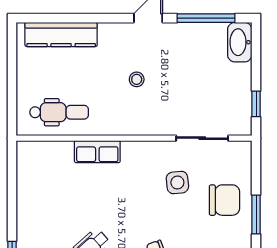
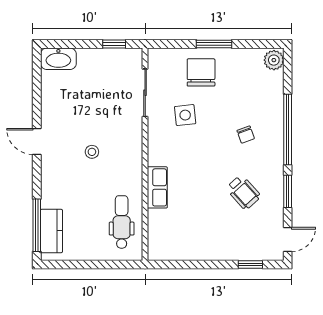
window: (206, 18) -> (37, 225), moved
kitchen counter: (61, 34) -> (51, 231), width x0.67

